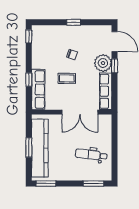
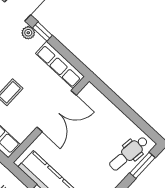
plant: (103, 63) -> (28, 33), width x0.53, depth x0.53
dental chair: (91, 155) -> (129, 153), moved

